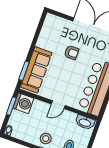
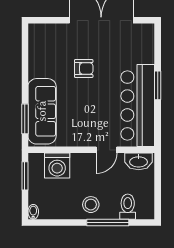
washing machine: (23, 103) -> (57, 166), moved, turned 90
door: (58, 105) -> (107, 150), moved

